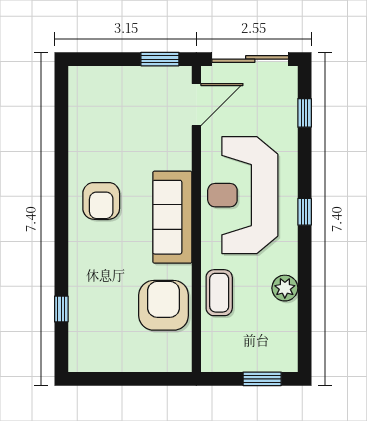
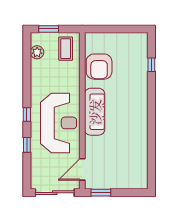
window: (305, 113) -> (27, 145), moved
armchair: (101, 201) -> (131, 120), removed
plant: (285, 288) -> (37, 52), moved
coffee table: (219, 293) -> (66, 49), moved

